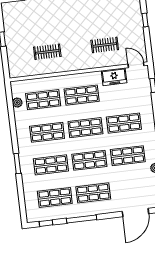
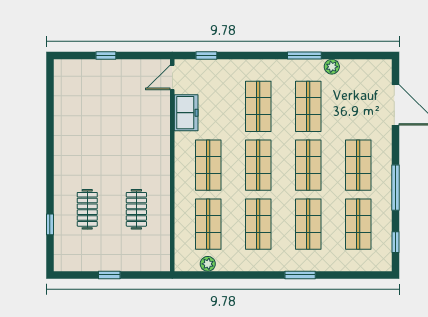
clothes rail: (105, 45) -> (87, 209), moved

